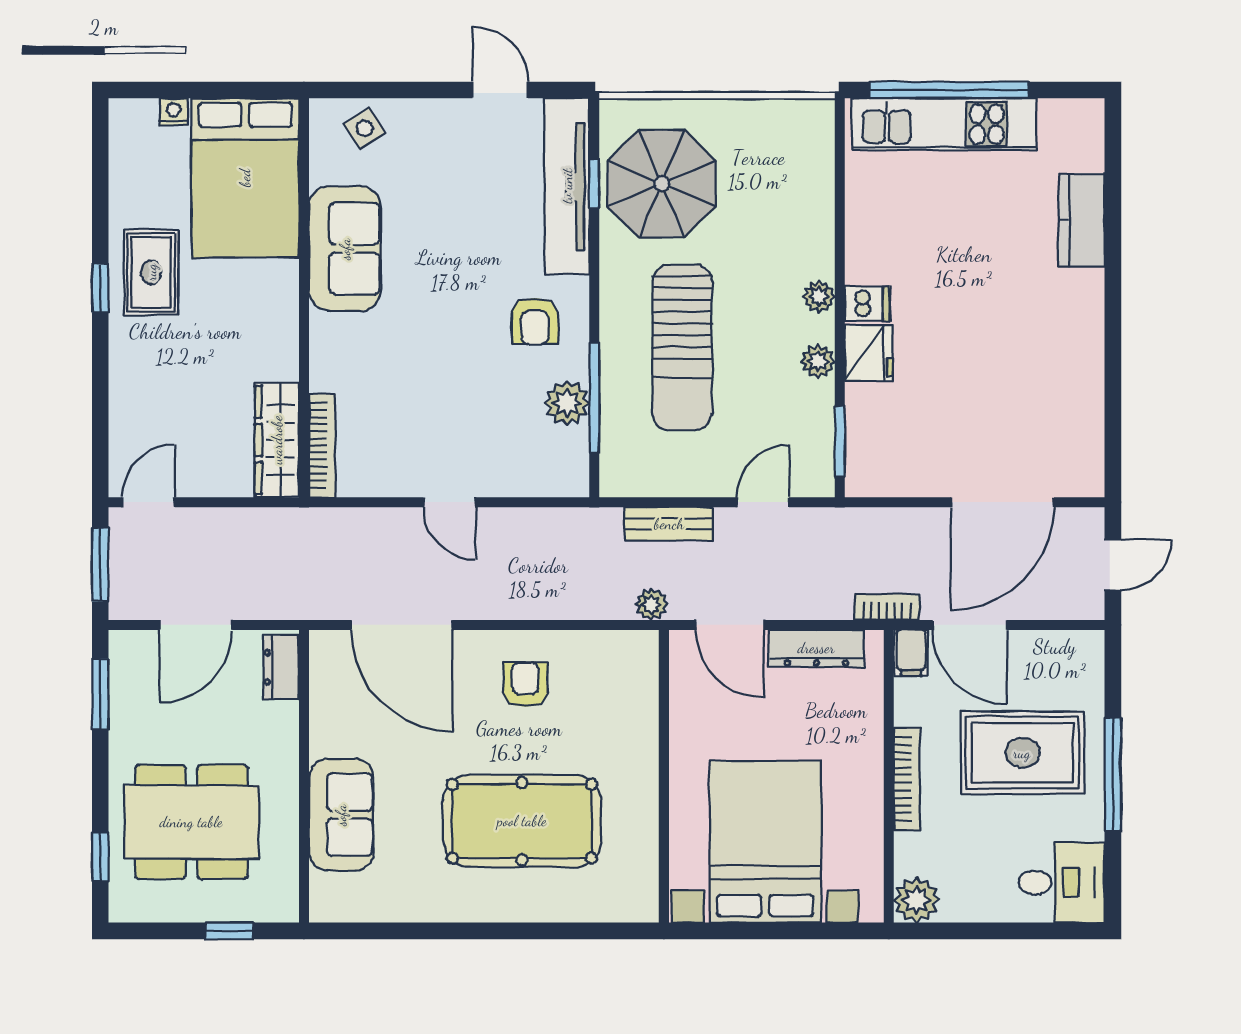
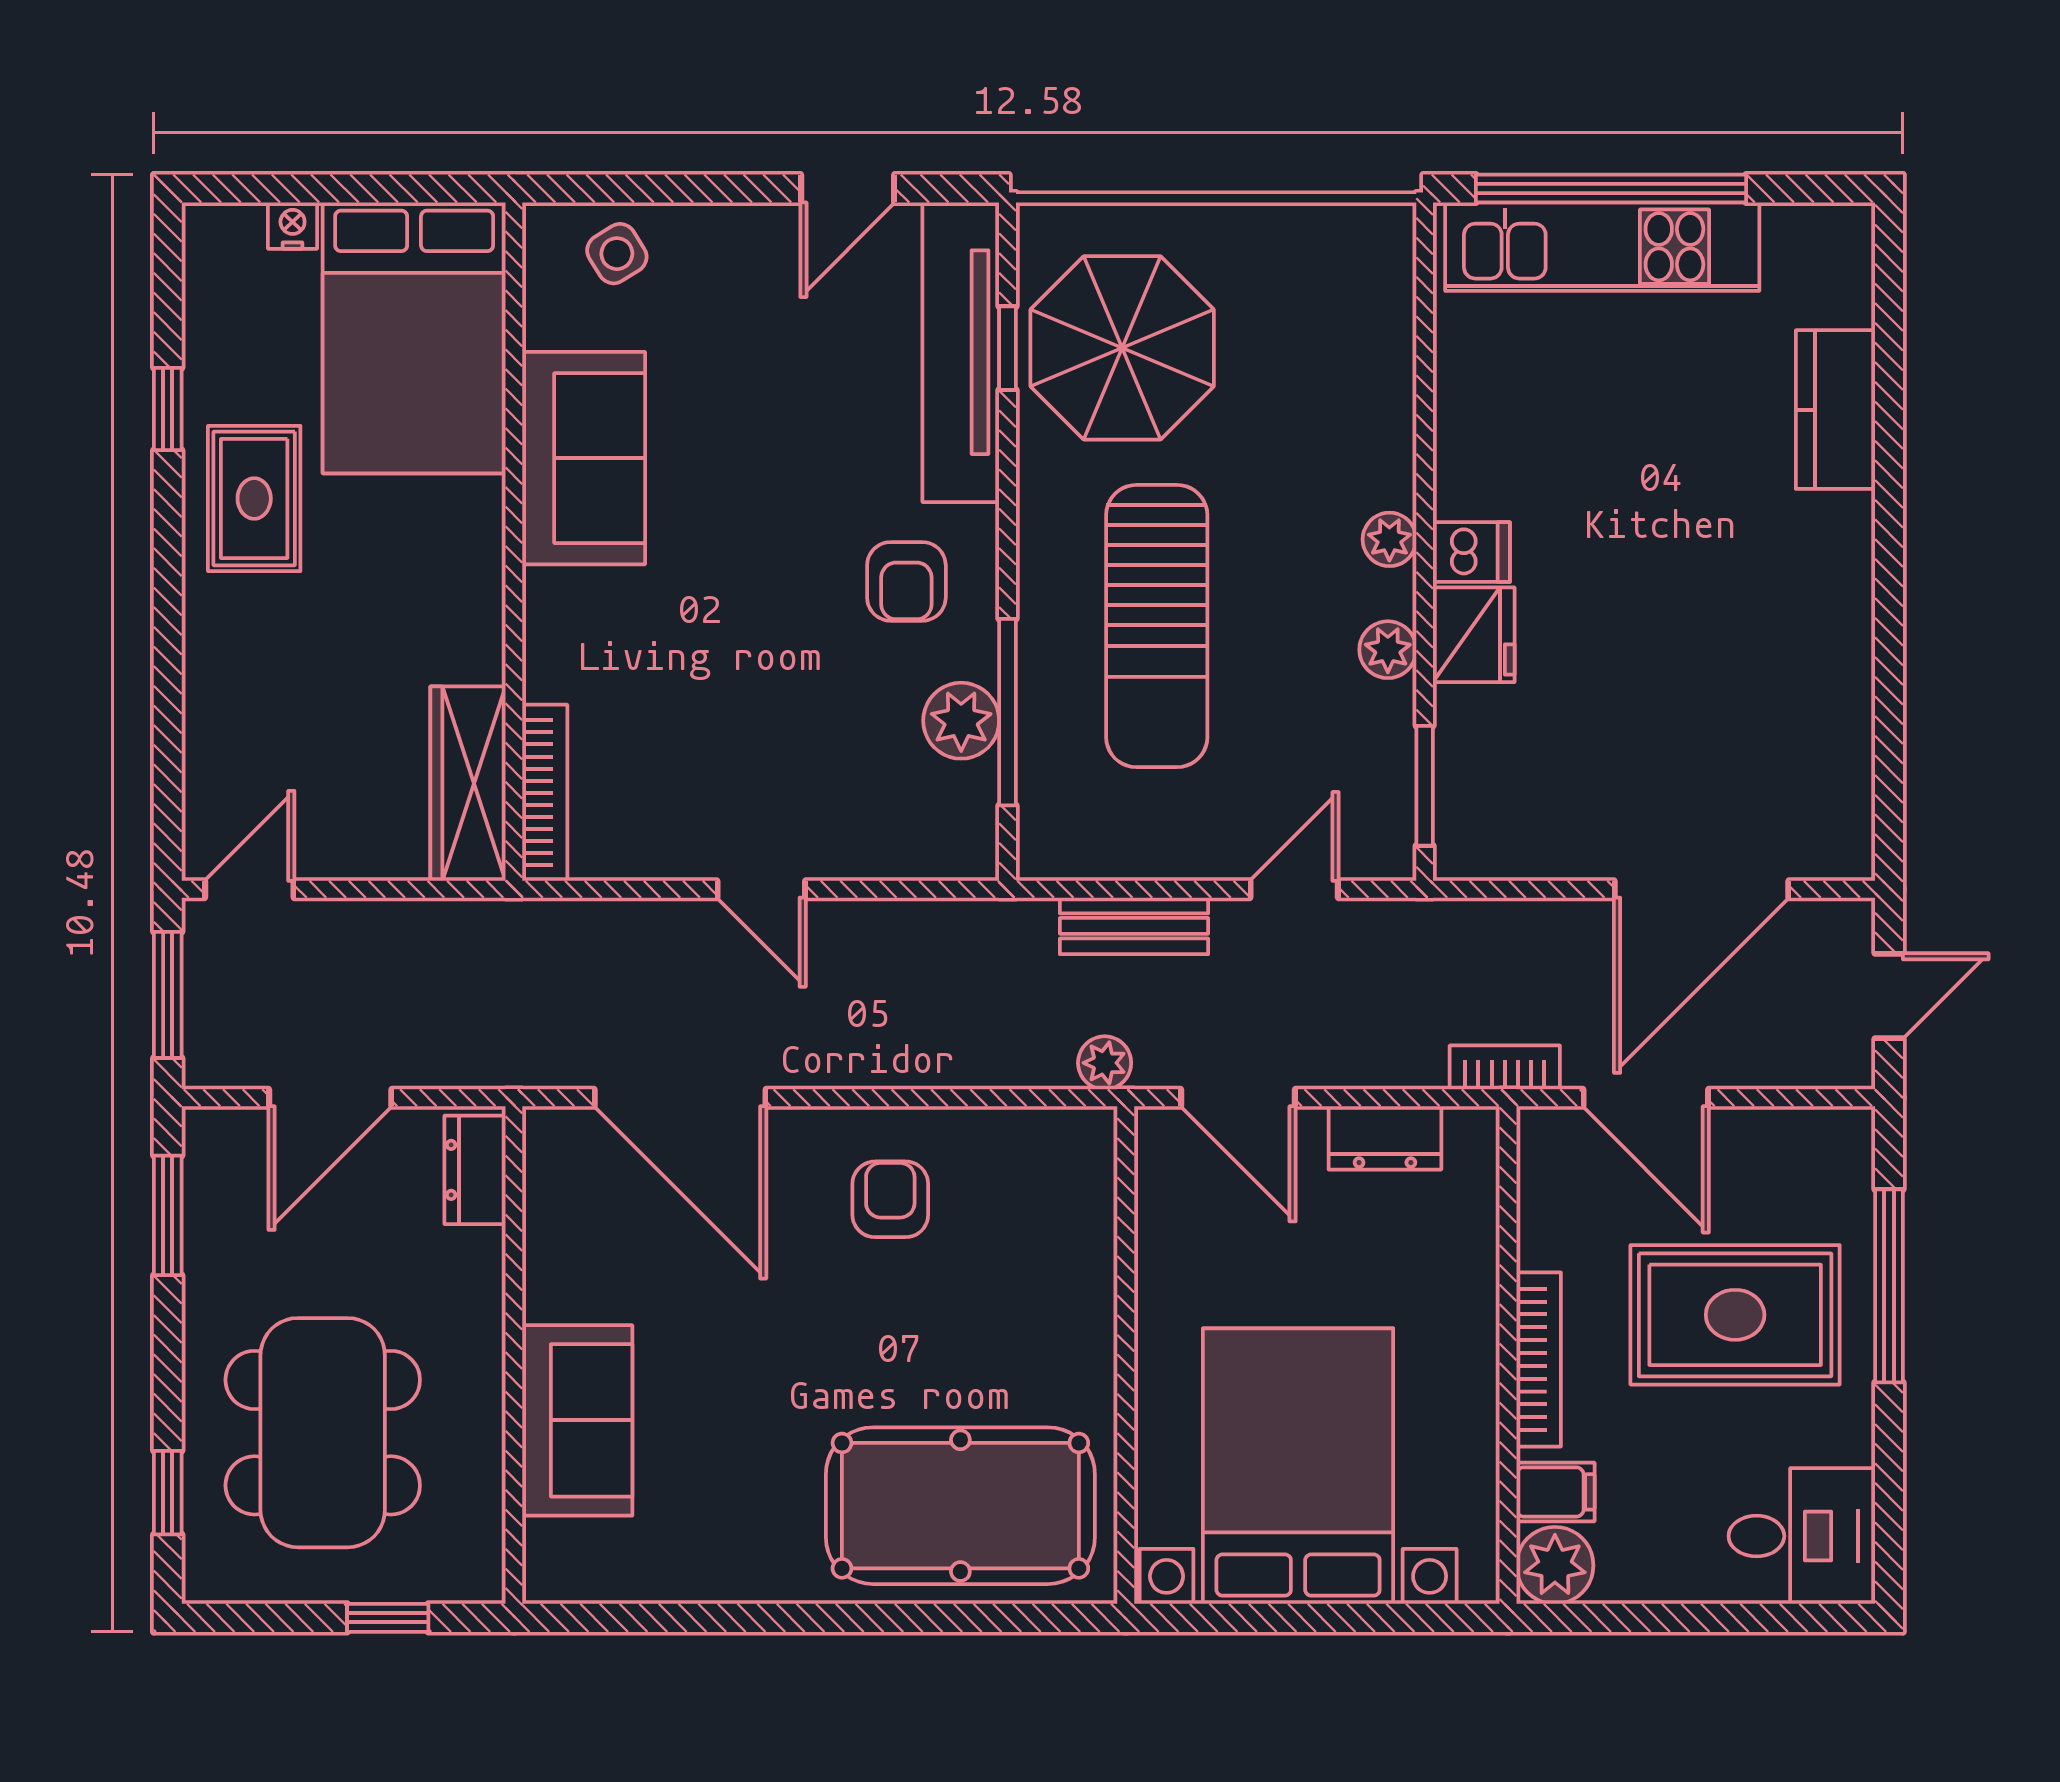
door: (500, 90) -> (848, 188), swing flipped
window: (100, 288) -> (168, 409), moved
dresser: (816, 648) -> (1385, 1138), width x0.70
filing cabinet: (911, 653) -> (1555, 1492), moved, turned -90
window: (1113, 774) -> (1889, 1286), moved
pool table: (522, 821) -> (960, 1506), moved
dining table: (191, 822) -> (323, 1433), turned 90

